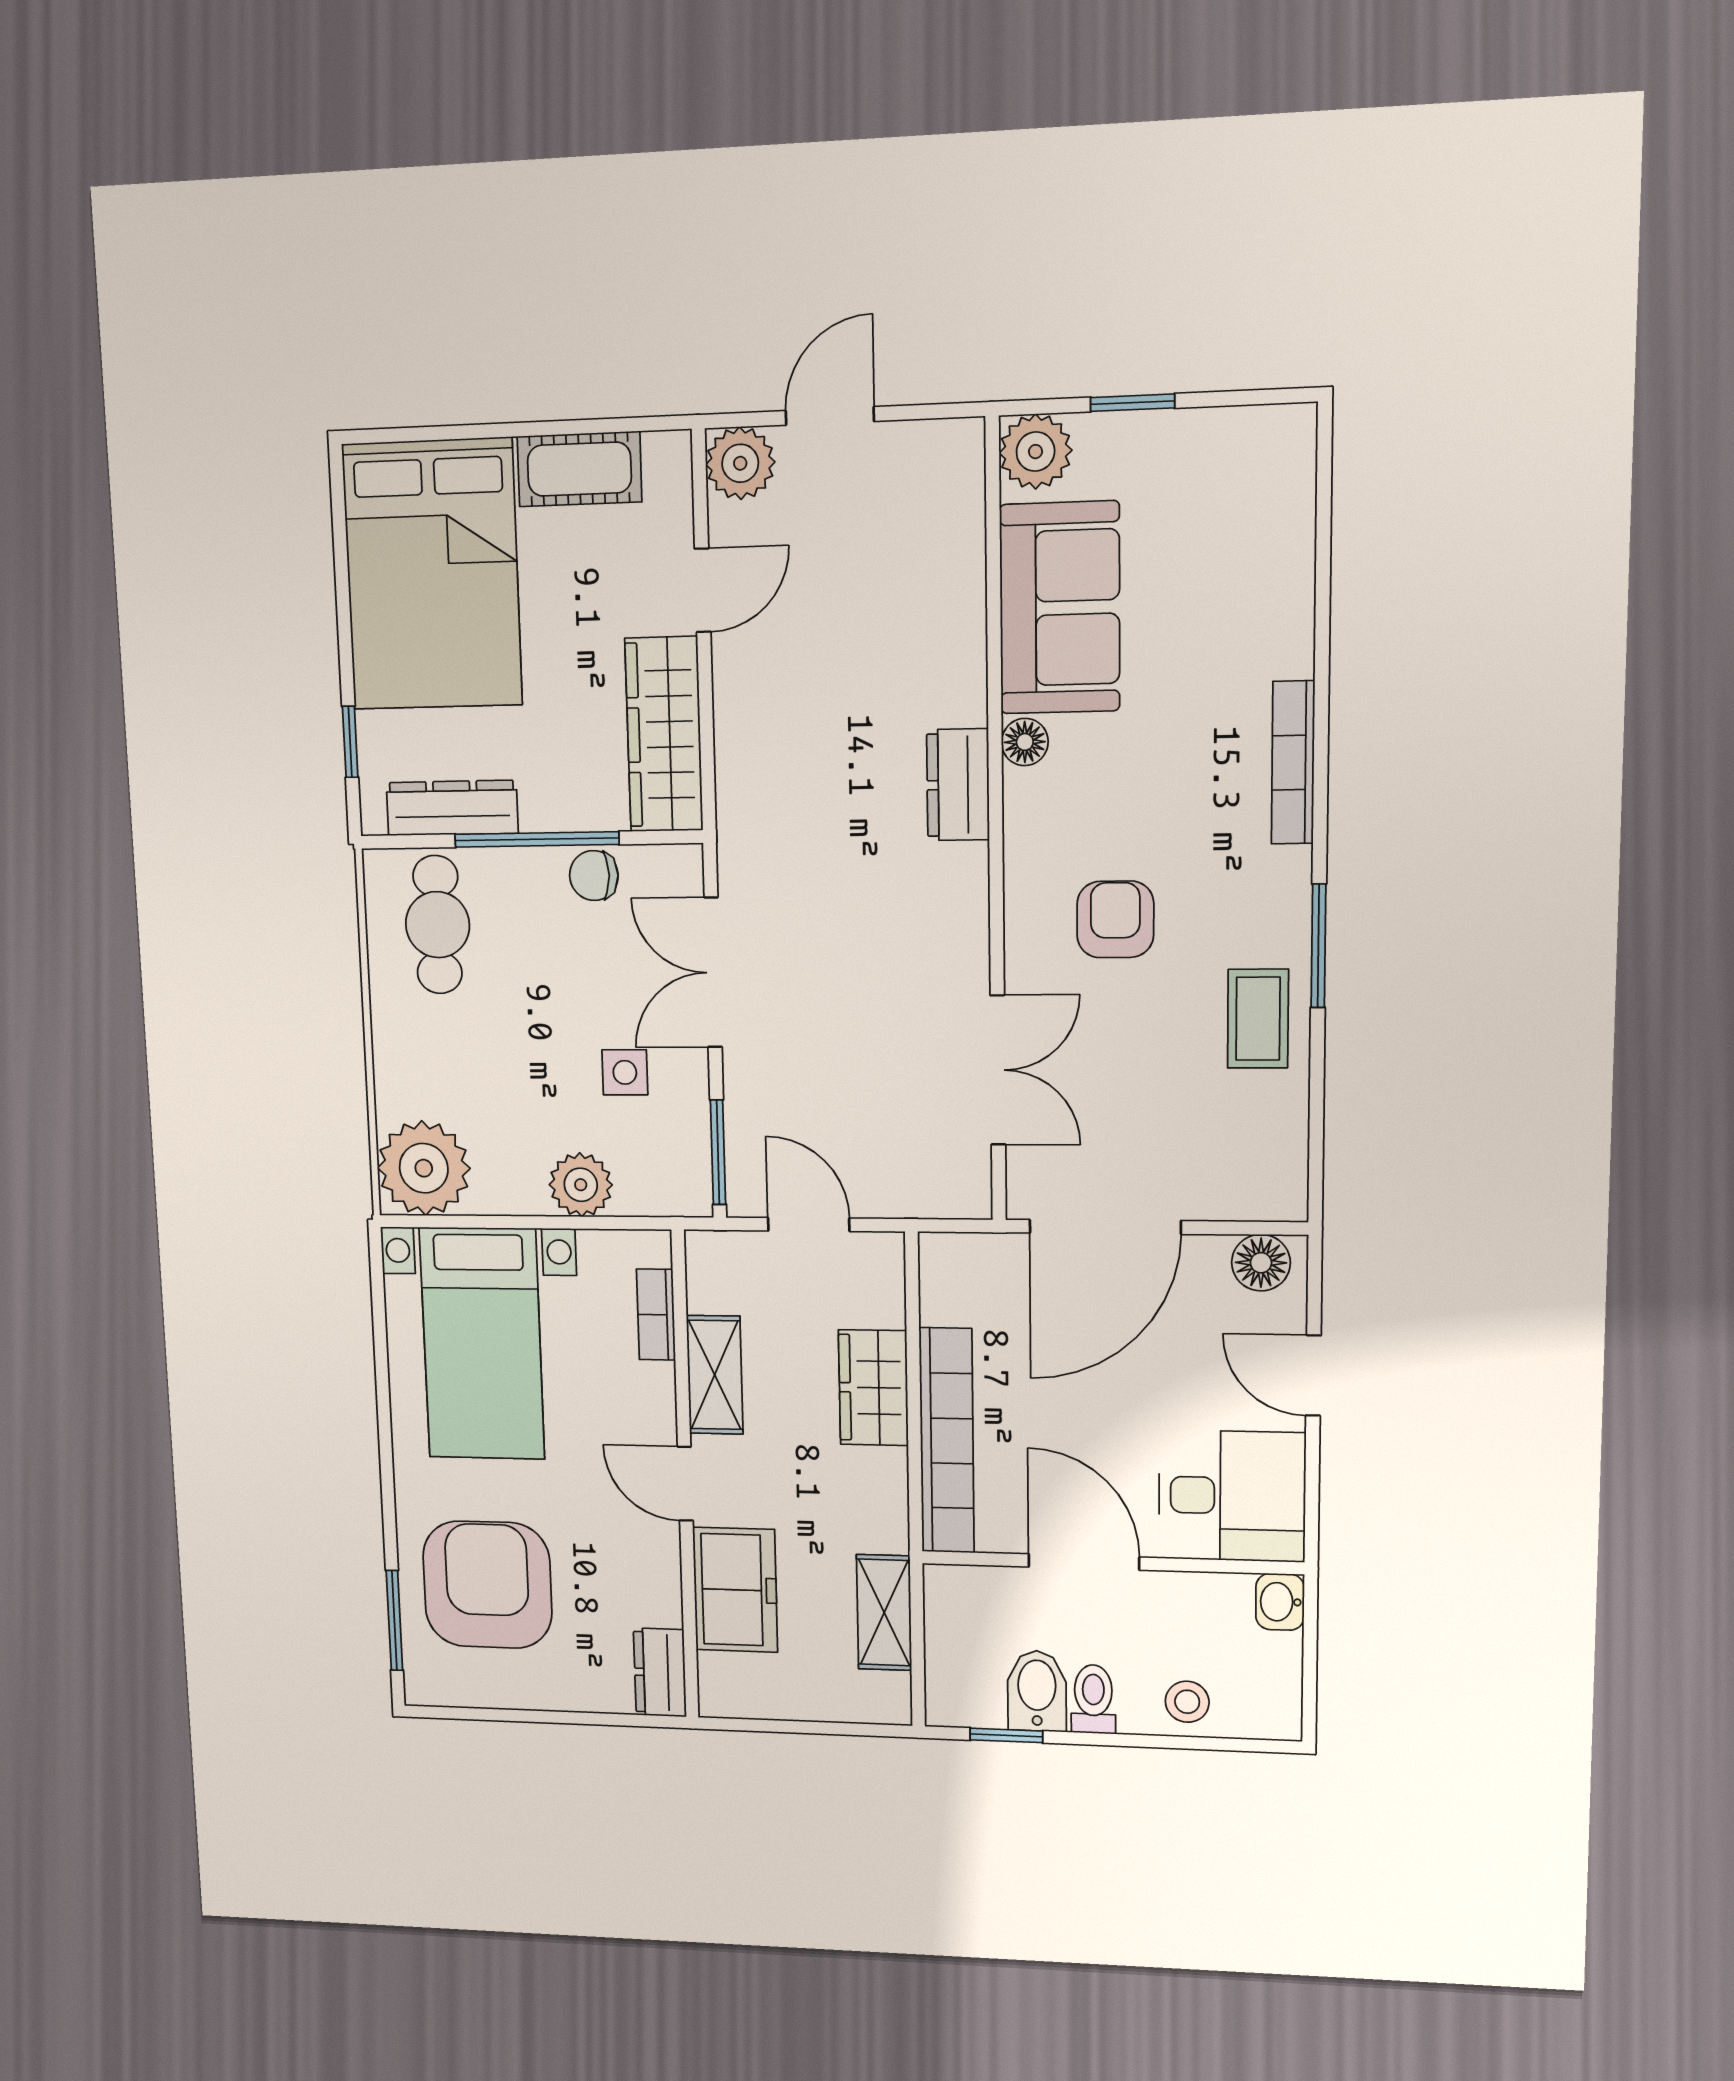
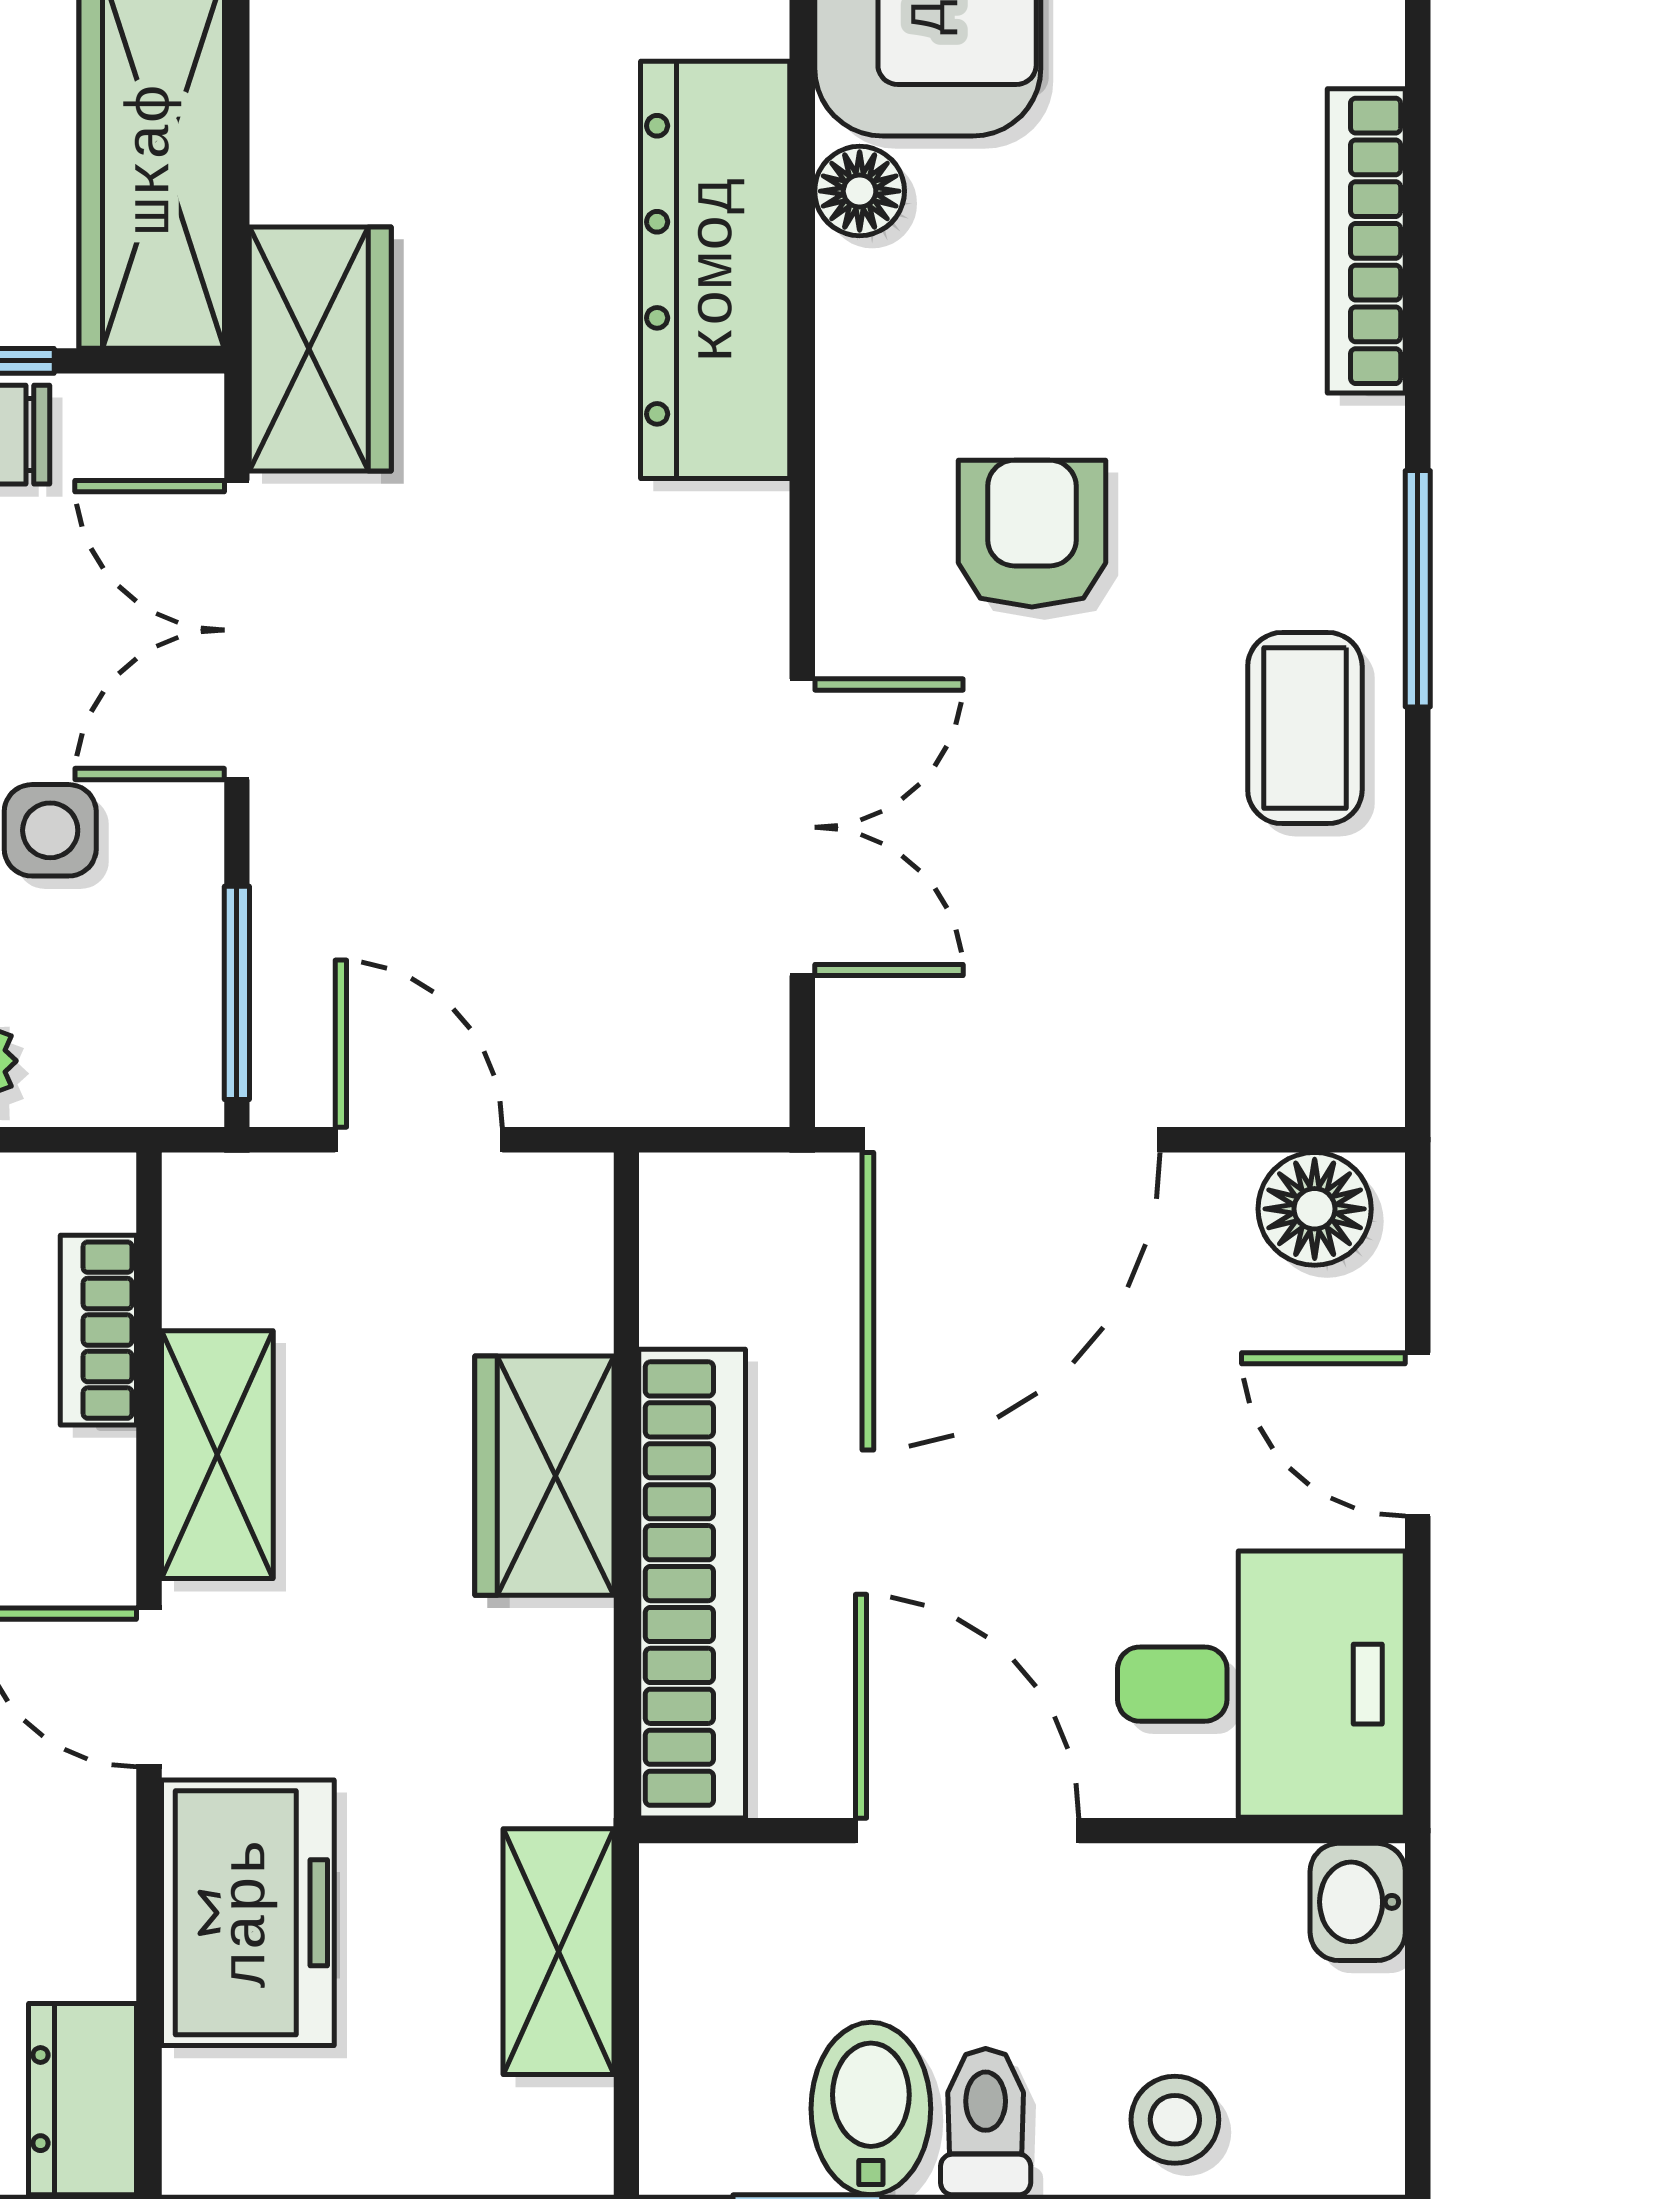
dresser: (958, 785) -> (715, 270), width x1.96, depth x1.24
wardrobe: (751, 830) -> (320, 349), added

